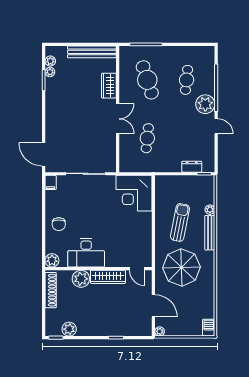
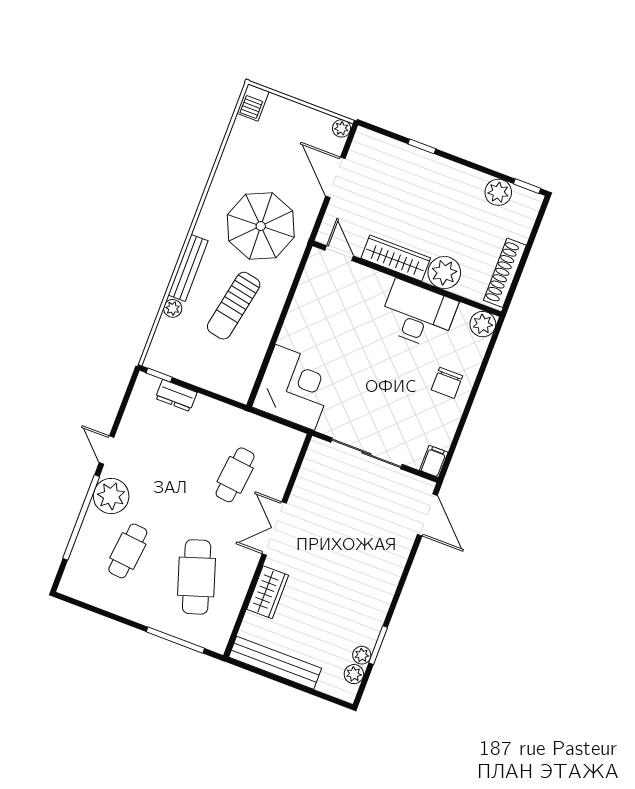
chair: (59, 224) -> (447, 383), turned 180

